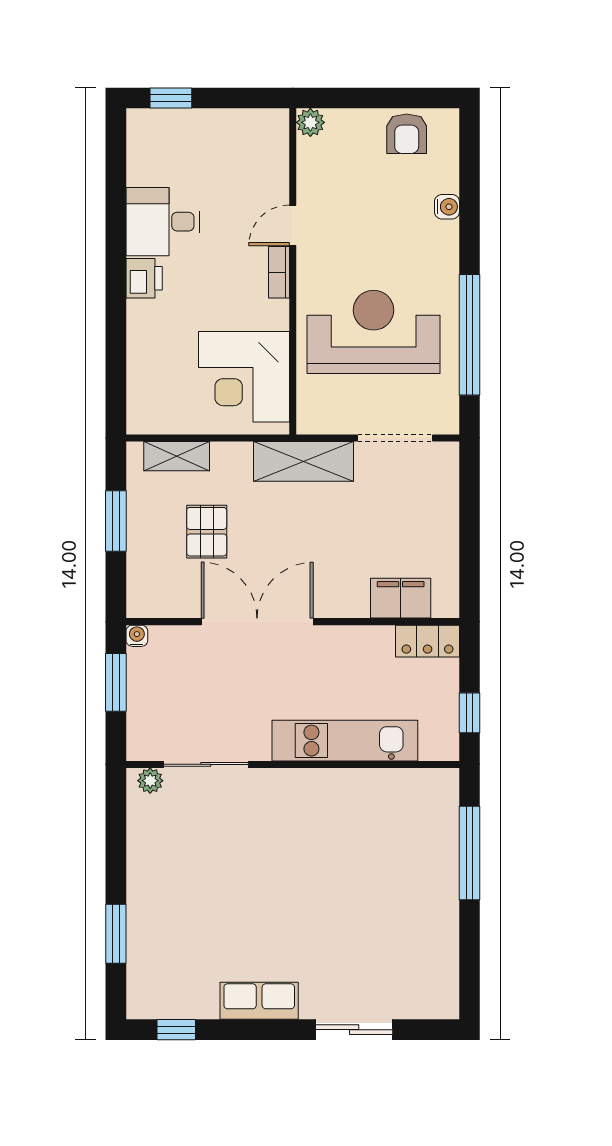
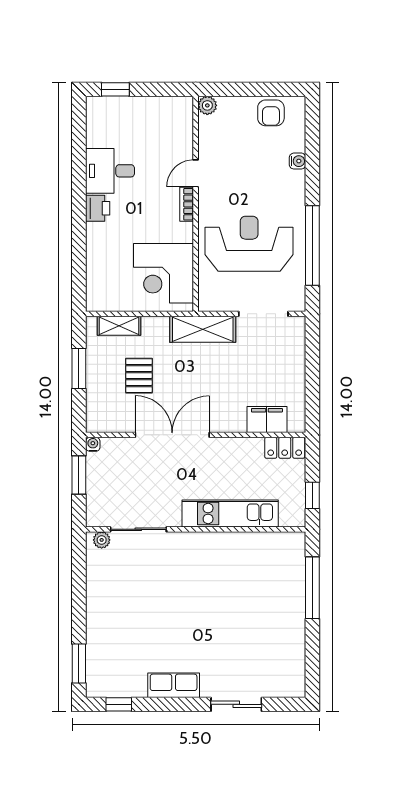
window: (116, 934) -> (79, 663), moved

